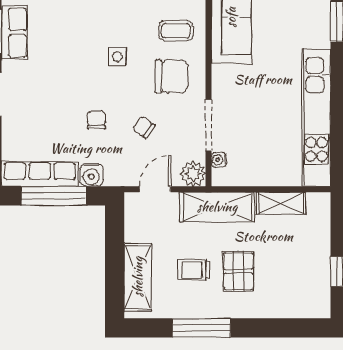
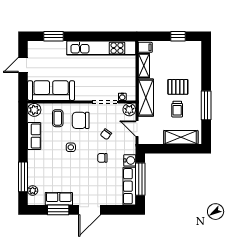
chair: (171, 76) -> (81, 120), turned -90
filing cabinet: (318, 206) -> (145, 47), added

